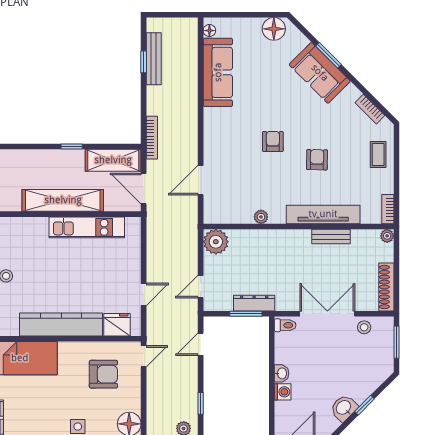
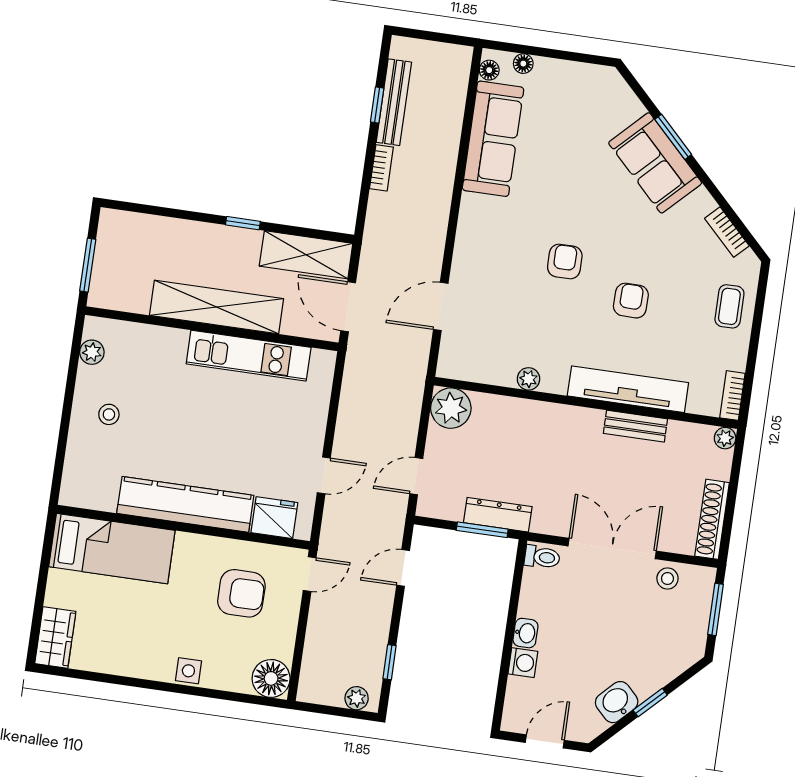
floor lamp: (274, 29) -> (523, 64), moved, width x0.53, depth x0.53
bookcase: (152, 138) -> (381, 168), moved, width x0.64

